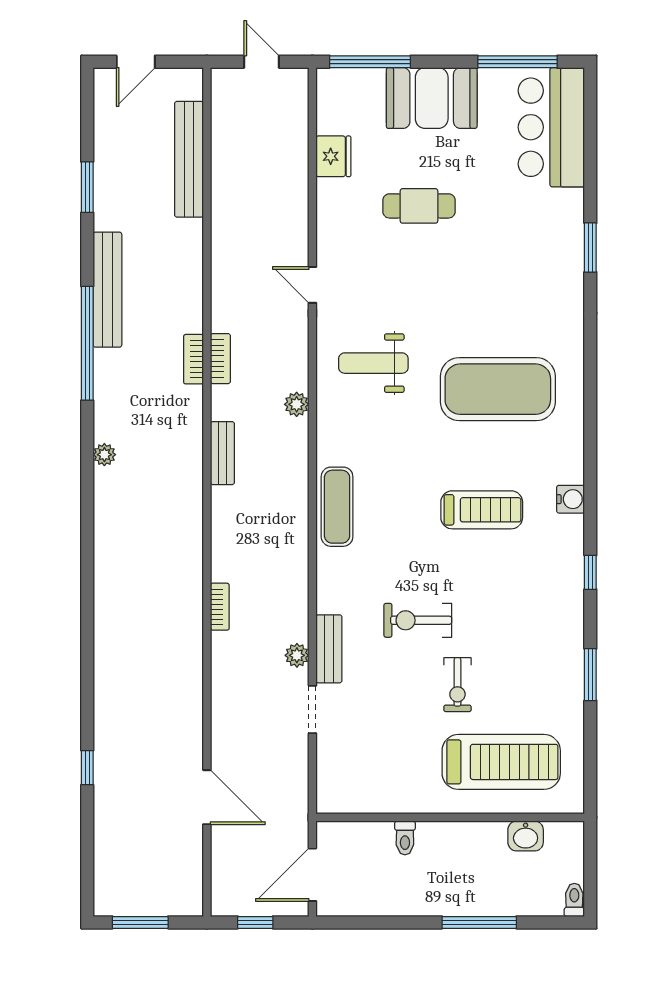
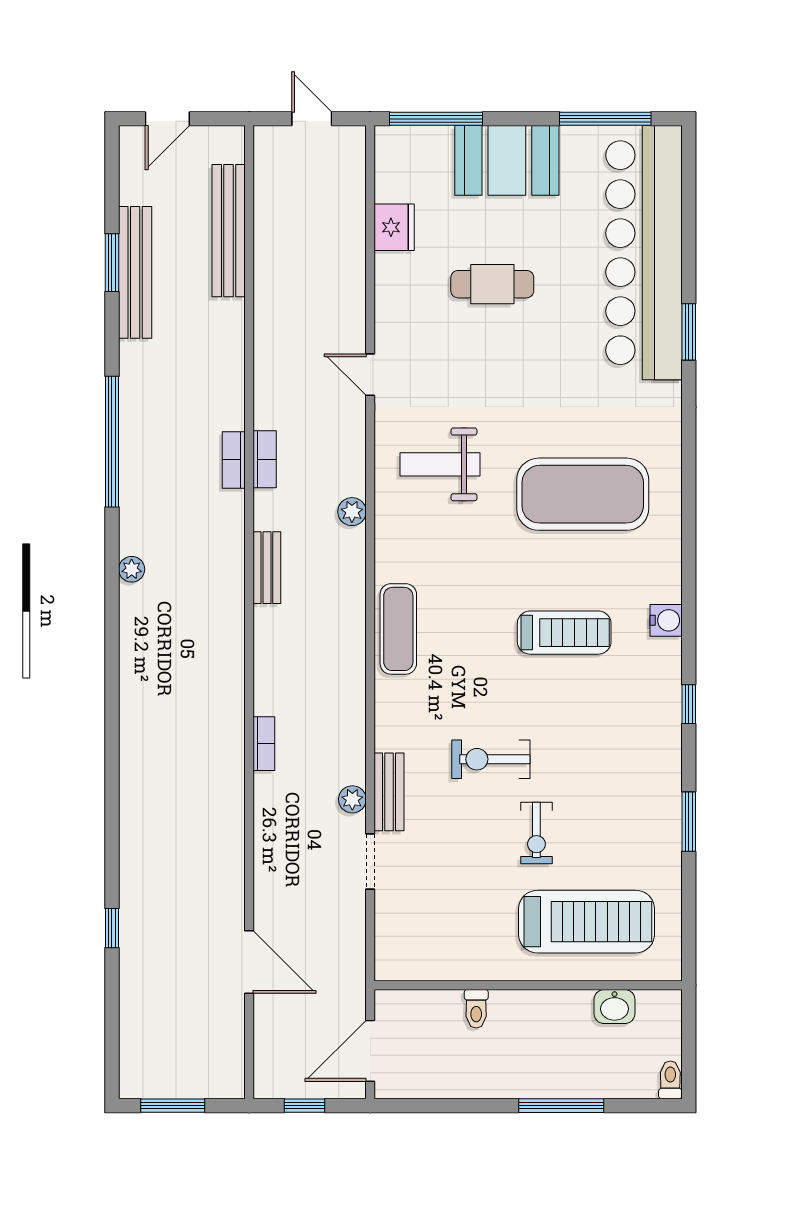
bar counter: (551, 127) -> (644, 253), width x1.86
bench: (107, 290) -> (135, 272), moved

